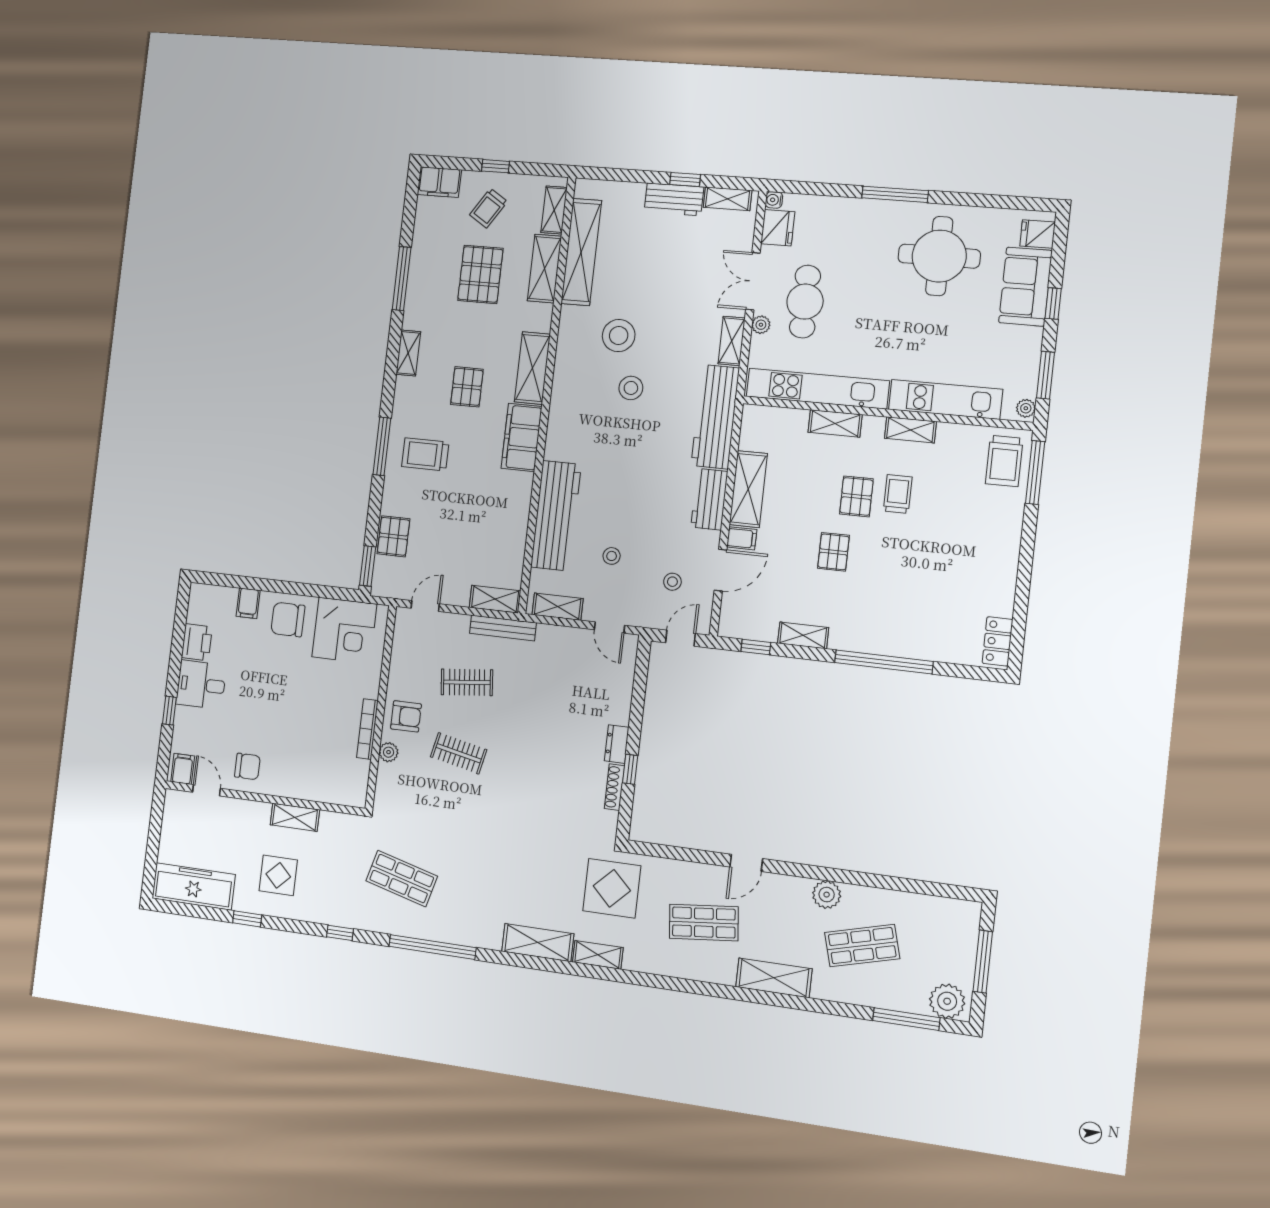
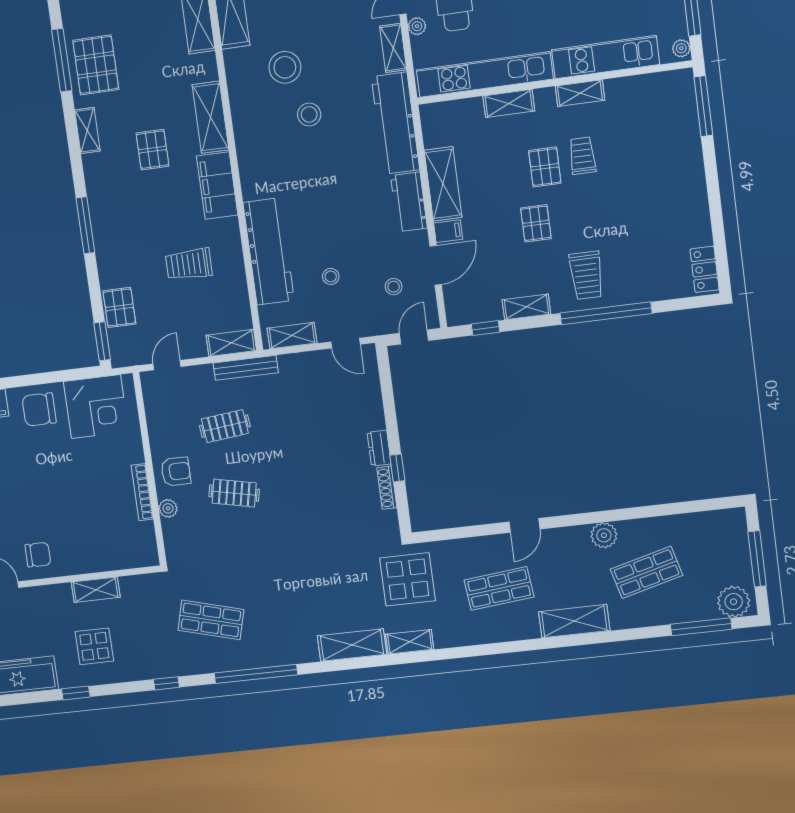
pallet: (480, 274) -> (96, 65), moved
trolley: (425, 454) -> (189, 264), moved
trolley: (1004, 461) -> (586, 275), moved

